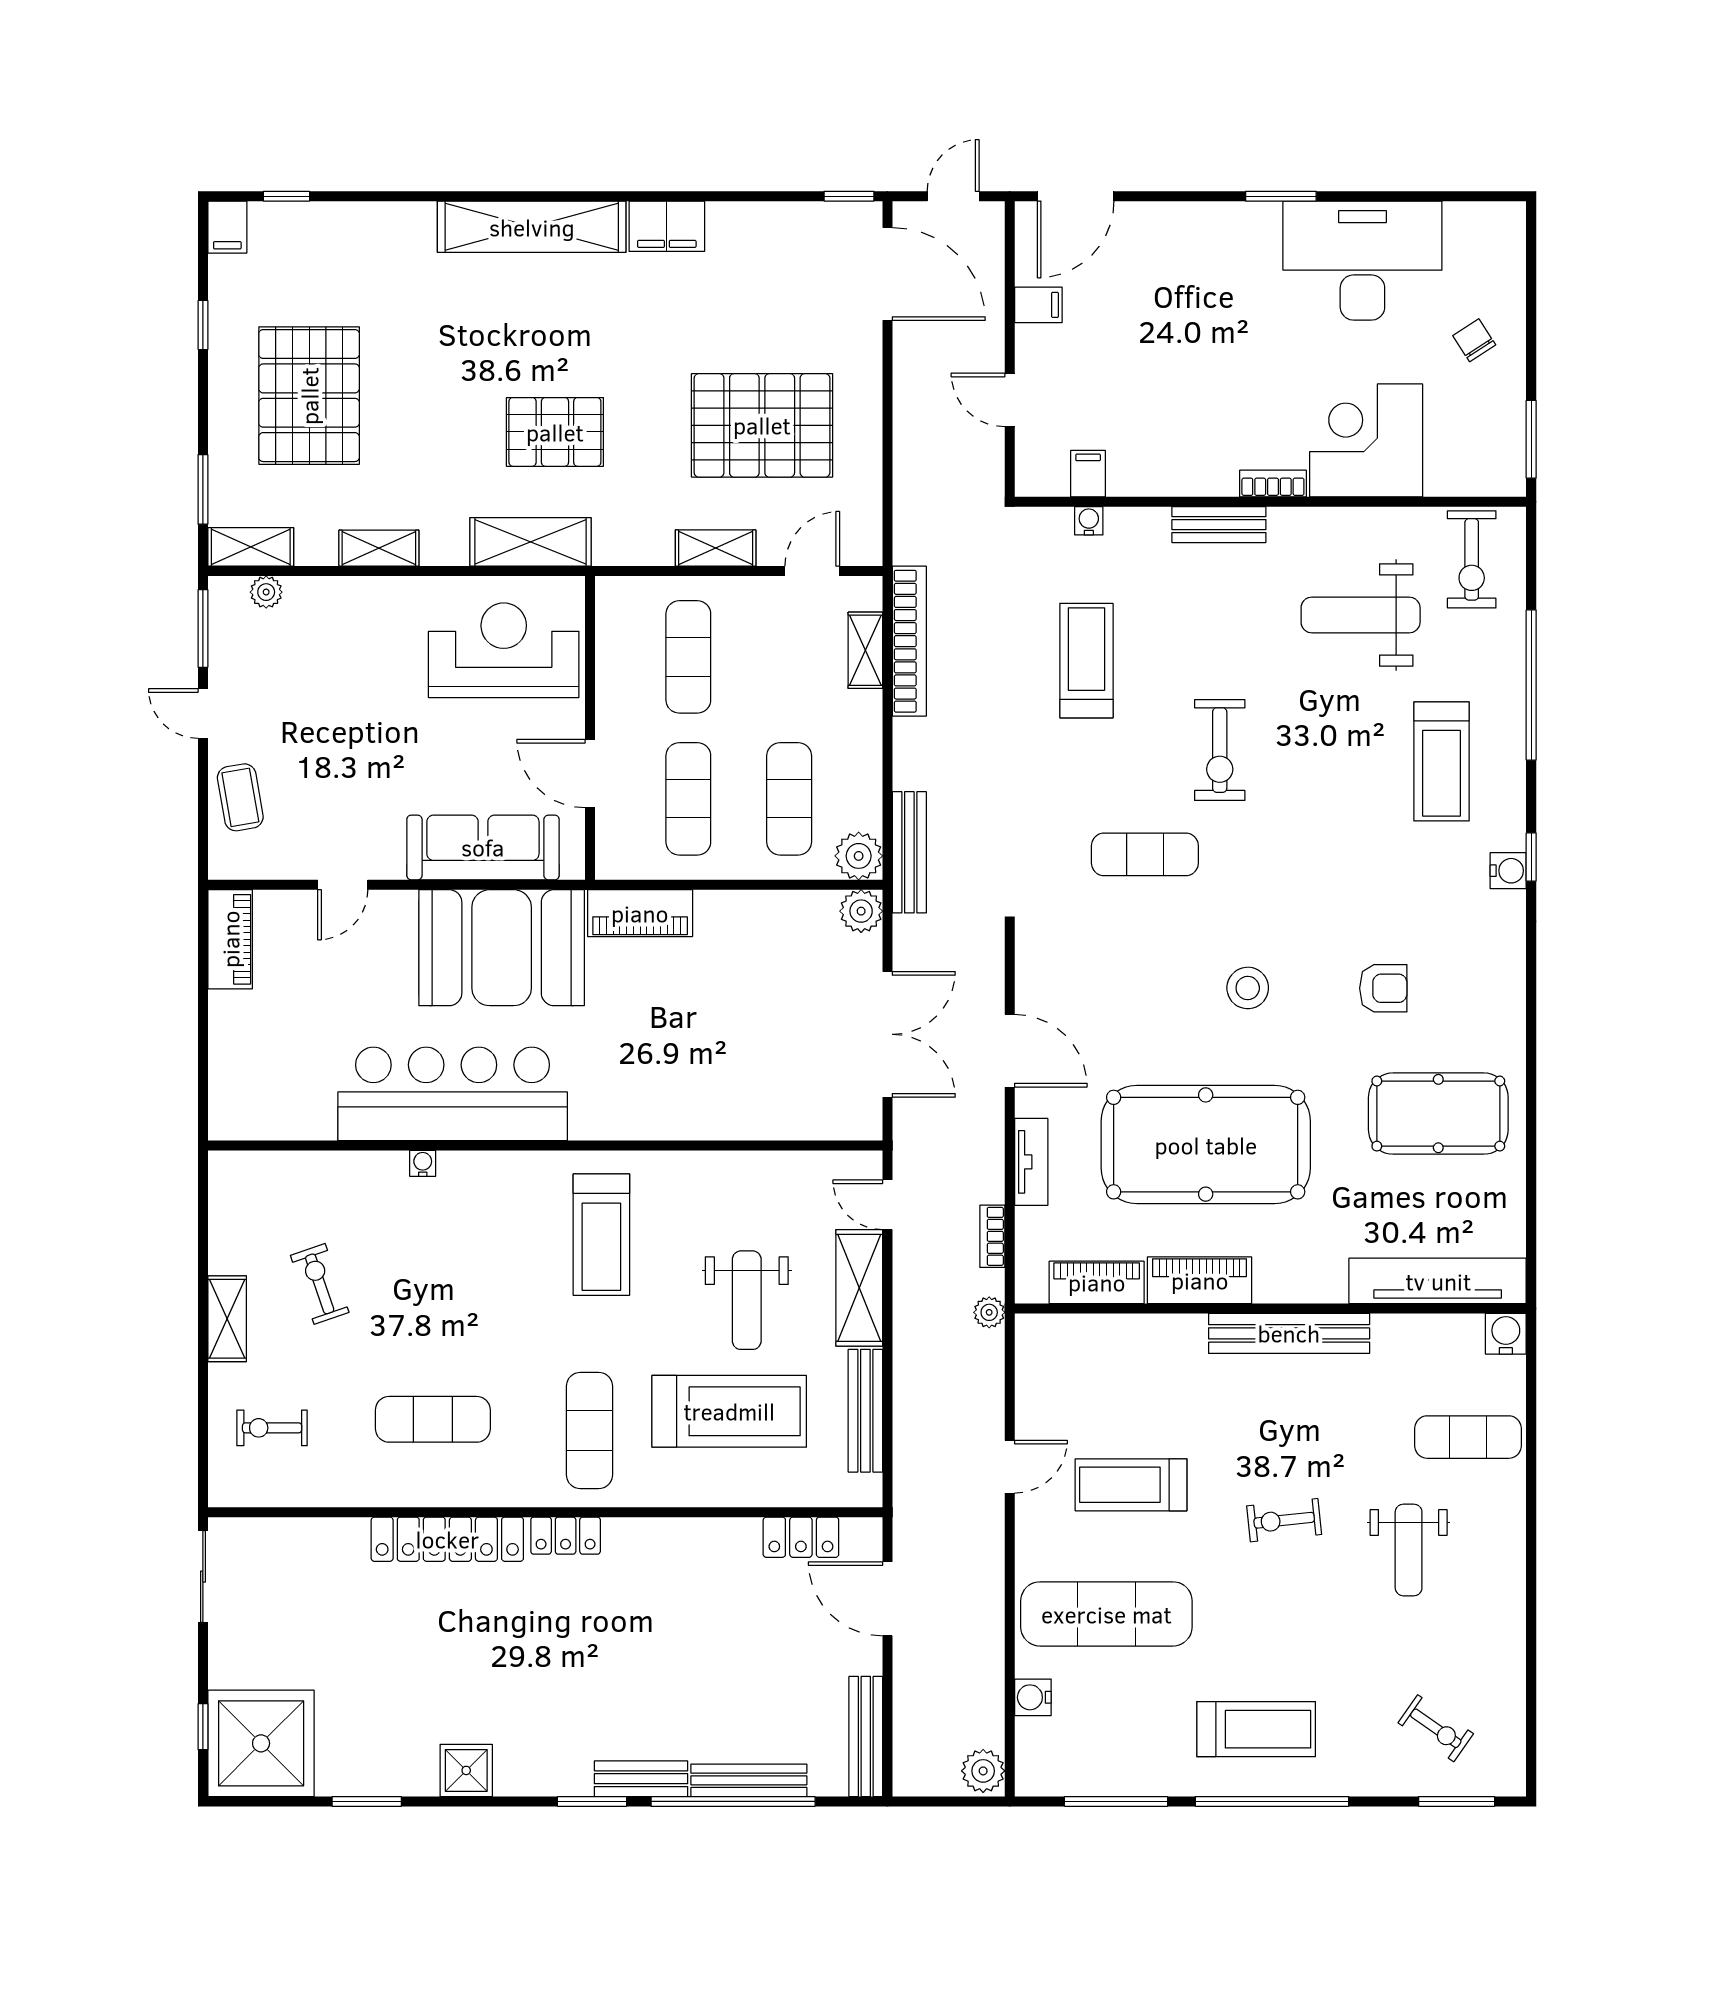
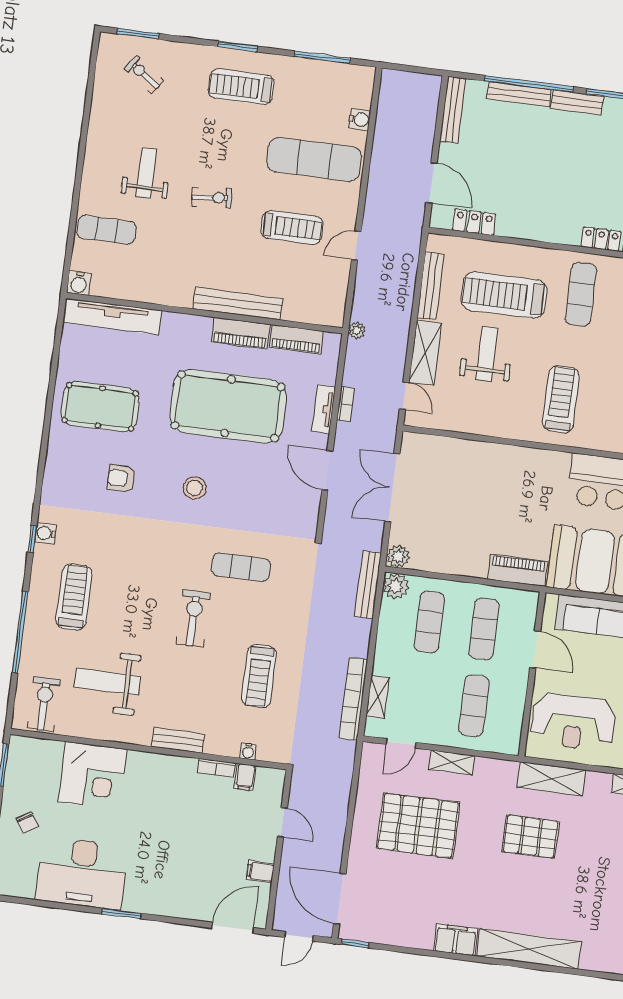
bookcase: (1273, 484) -> (217, 768), moved
weight bench: (1361, 615) -> (108, 682), turned 180
bookcase: (992, 1236) -> (346, 404), moved
bench: (1289, 1333) -> (238, 304), moved
plant: (983, 1771) -> (392, 83), removed
window: (1272, 1801) -> (238, 47), width x0.47

